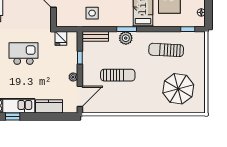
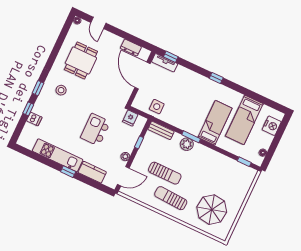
side table: (92, 13) -> (157, 107), moved
sun lounger: (166, 50) -> (171, 198), moved
kitchen island: (23, 54) -> (95, 130), moved, turned -90
window: (13, 116) -> (68, 172), moved

